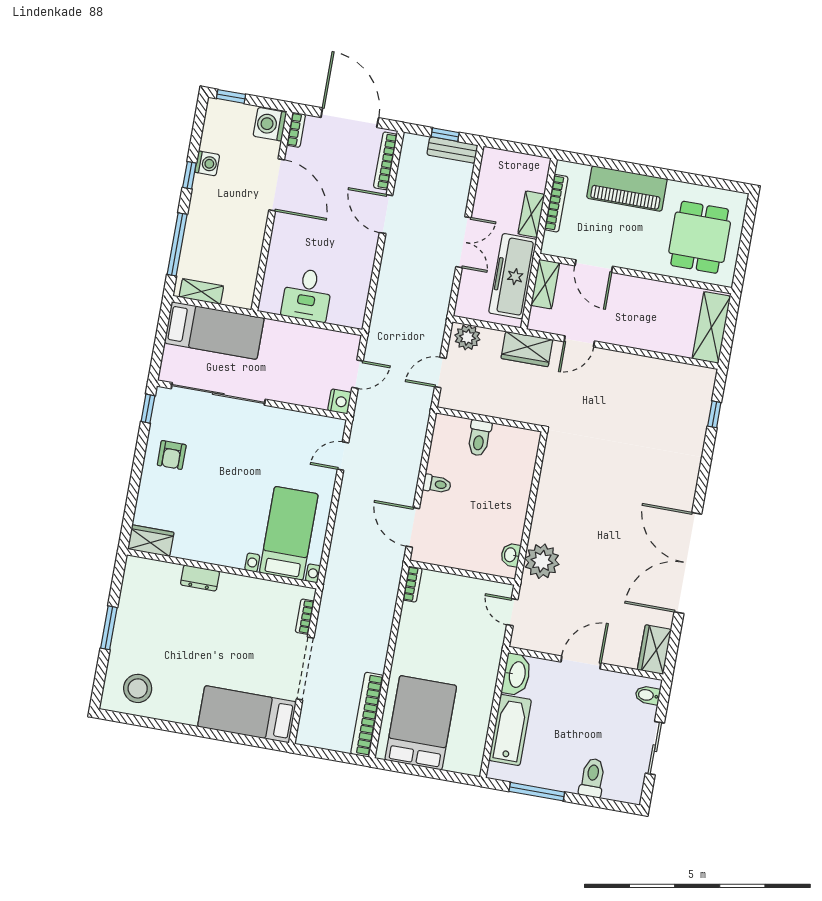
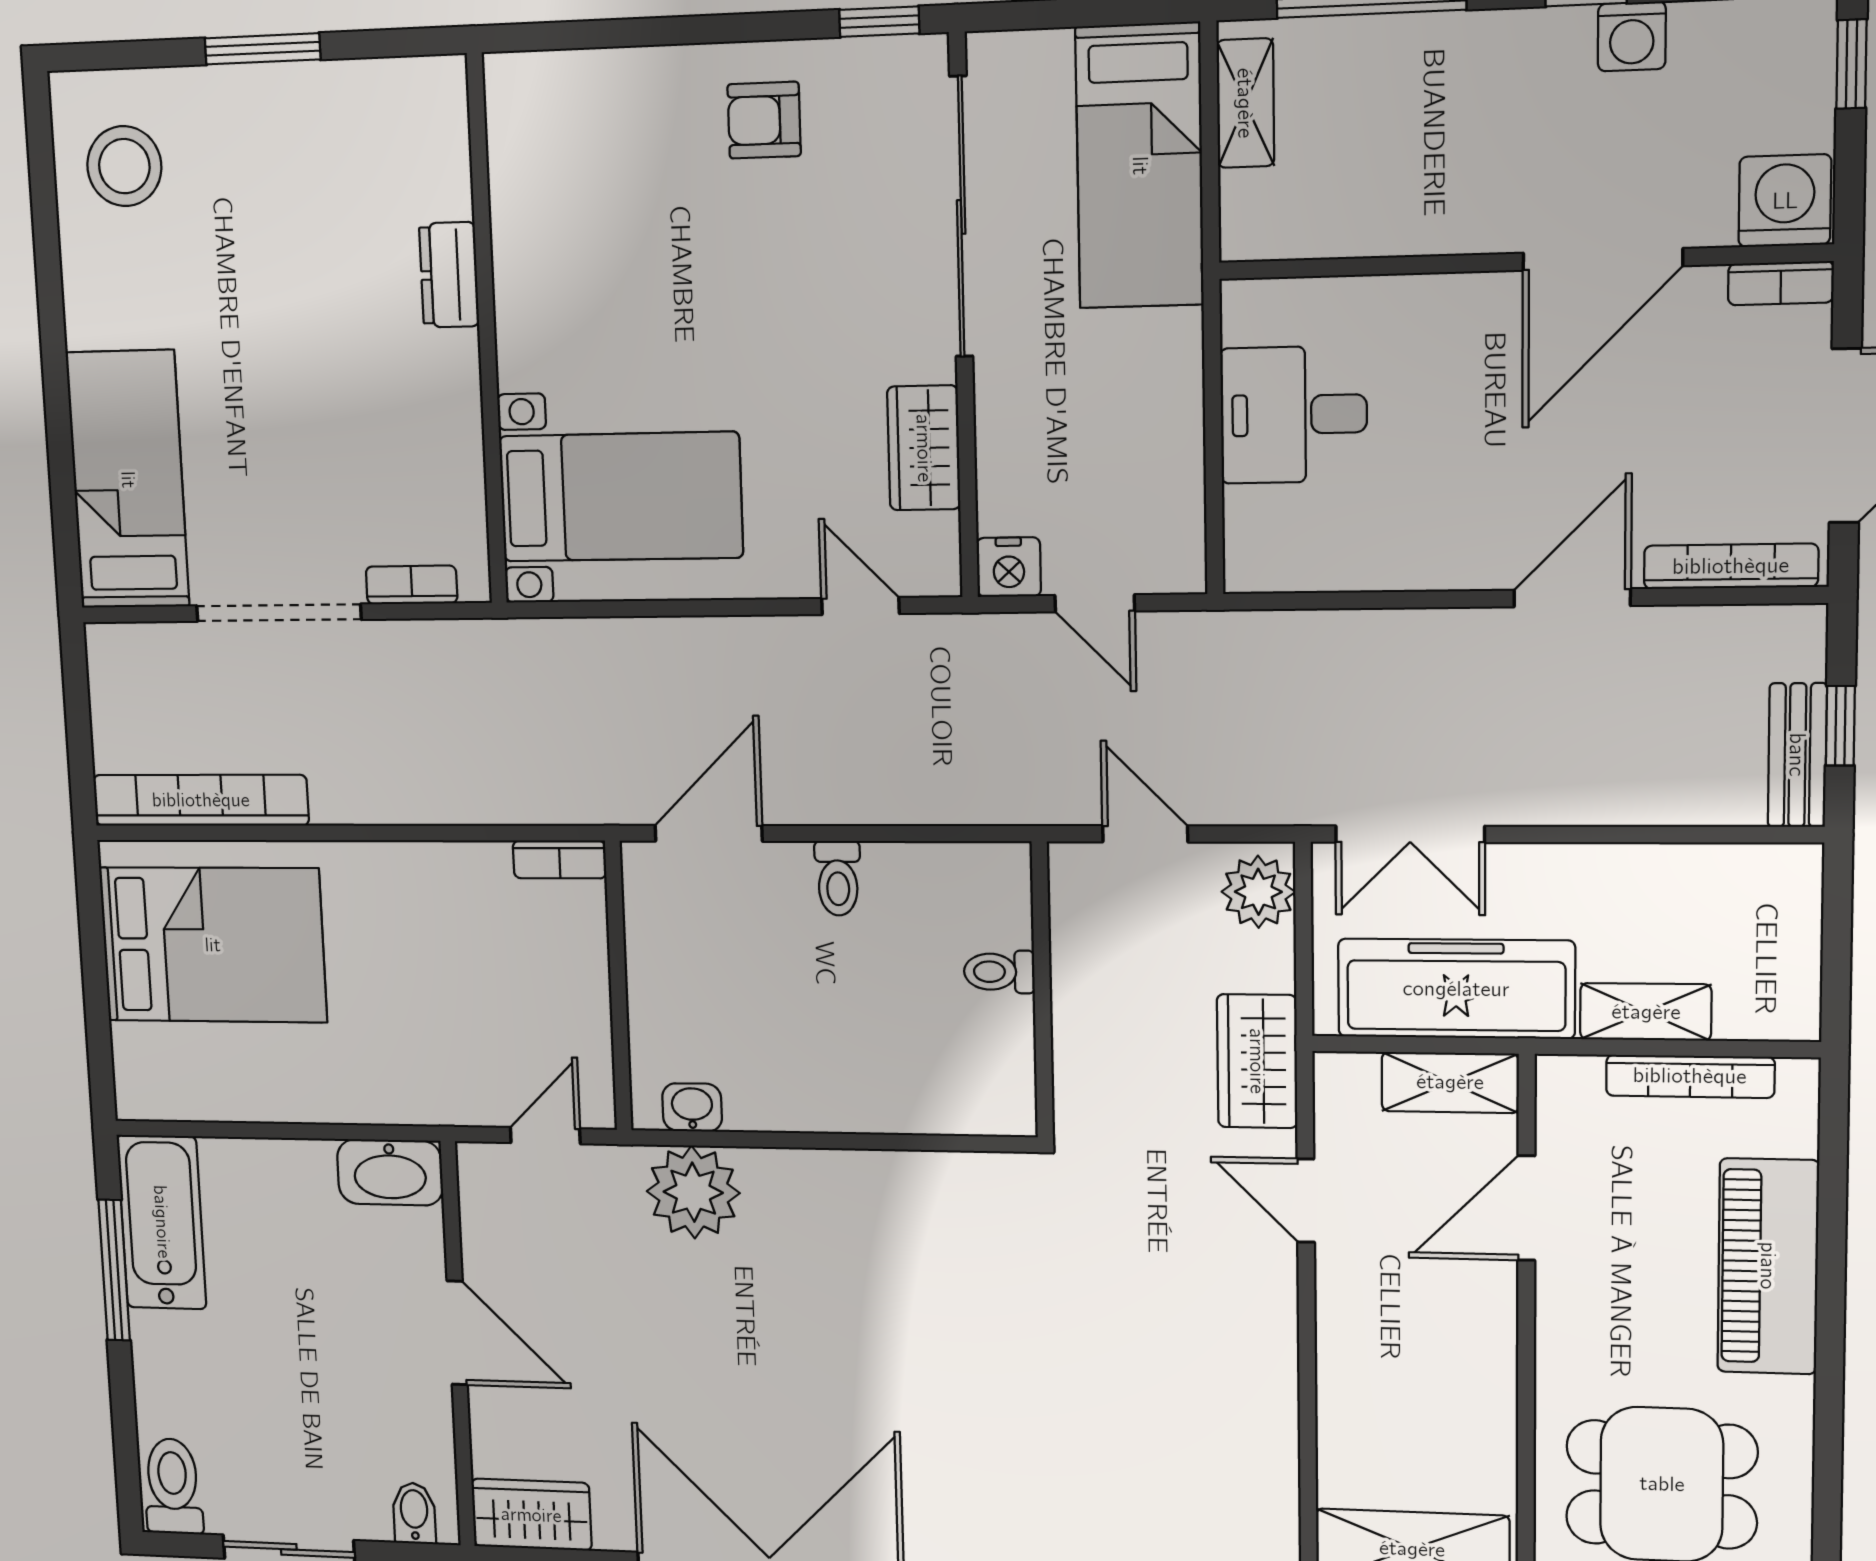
double door: (464, 242) -> (1410, 834), moved
toilet: (479, 438) -> (999, 972), width x0.73, depth x0.72
wardrobe: (151, 541) -> (924, 448), moved, turned 180
bathtub: (510, 730) -> (162, 1222), moved, turned -90
toilet: (592, 778) -> (173, 1486), moved, turned -90

